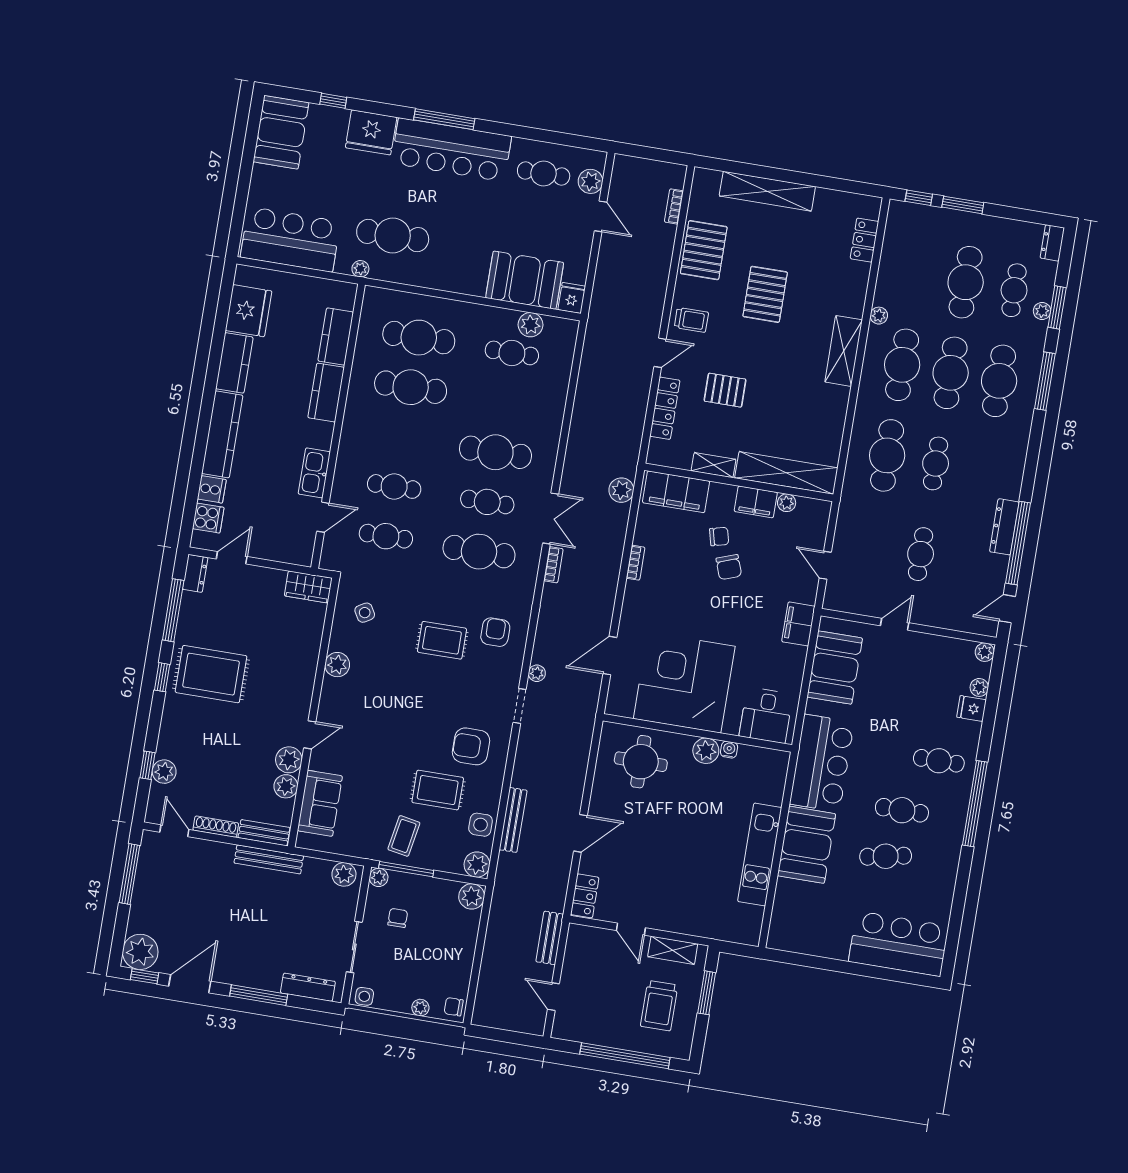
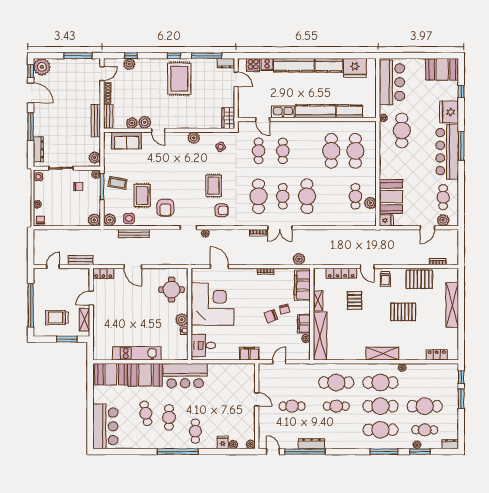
kitchen counter: (326, 393) -> (315, 111), width x1.50
booth: (835, 668) -> (111, 374), moved
armchair: (471, 746) -> (165, 208), turned 180

